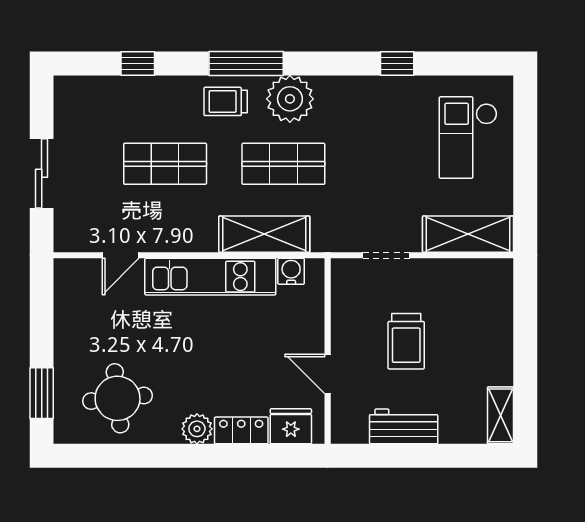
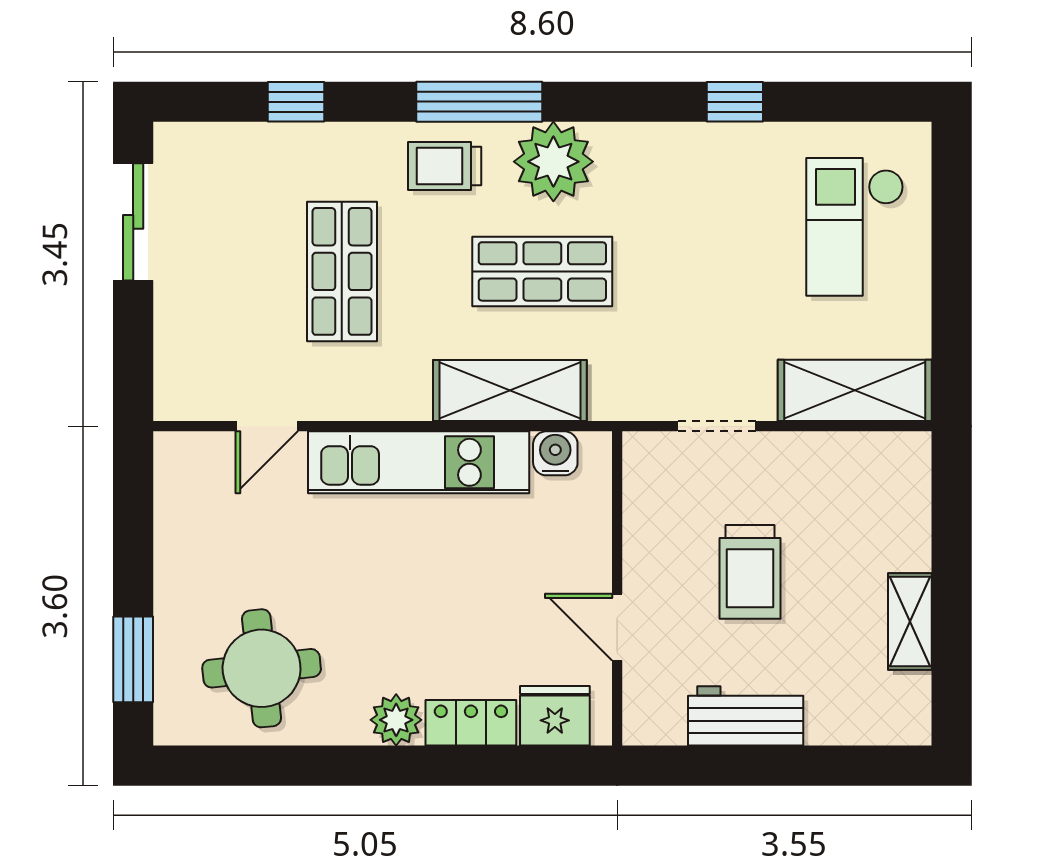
shop shelf: (165, 164) -> (342, 271), turned 90
sliding door: (42, 173) -> (133, 222), moved
shelving: (501, 415) -> (910, 622), moved

